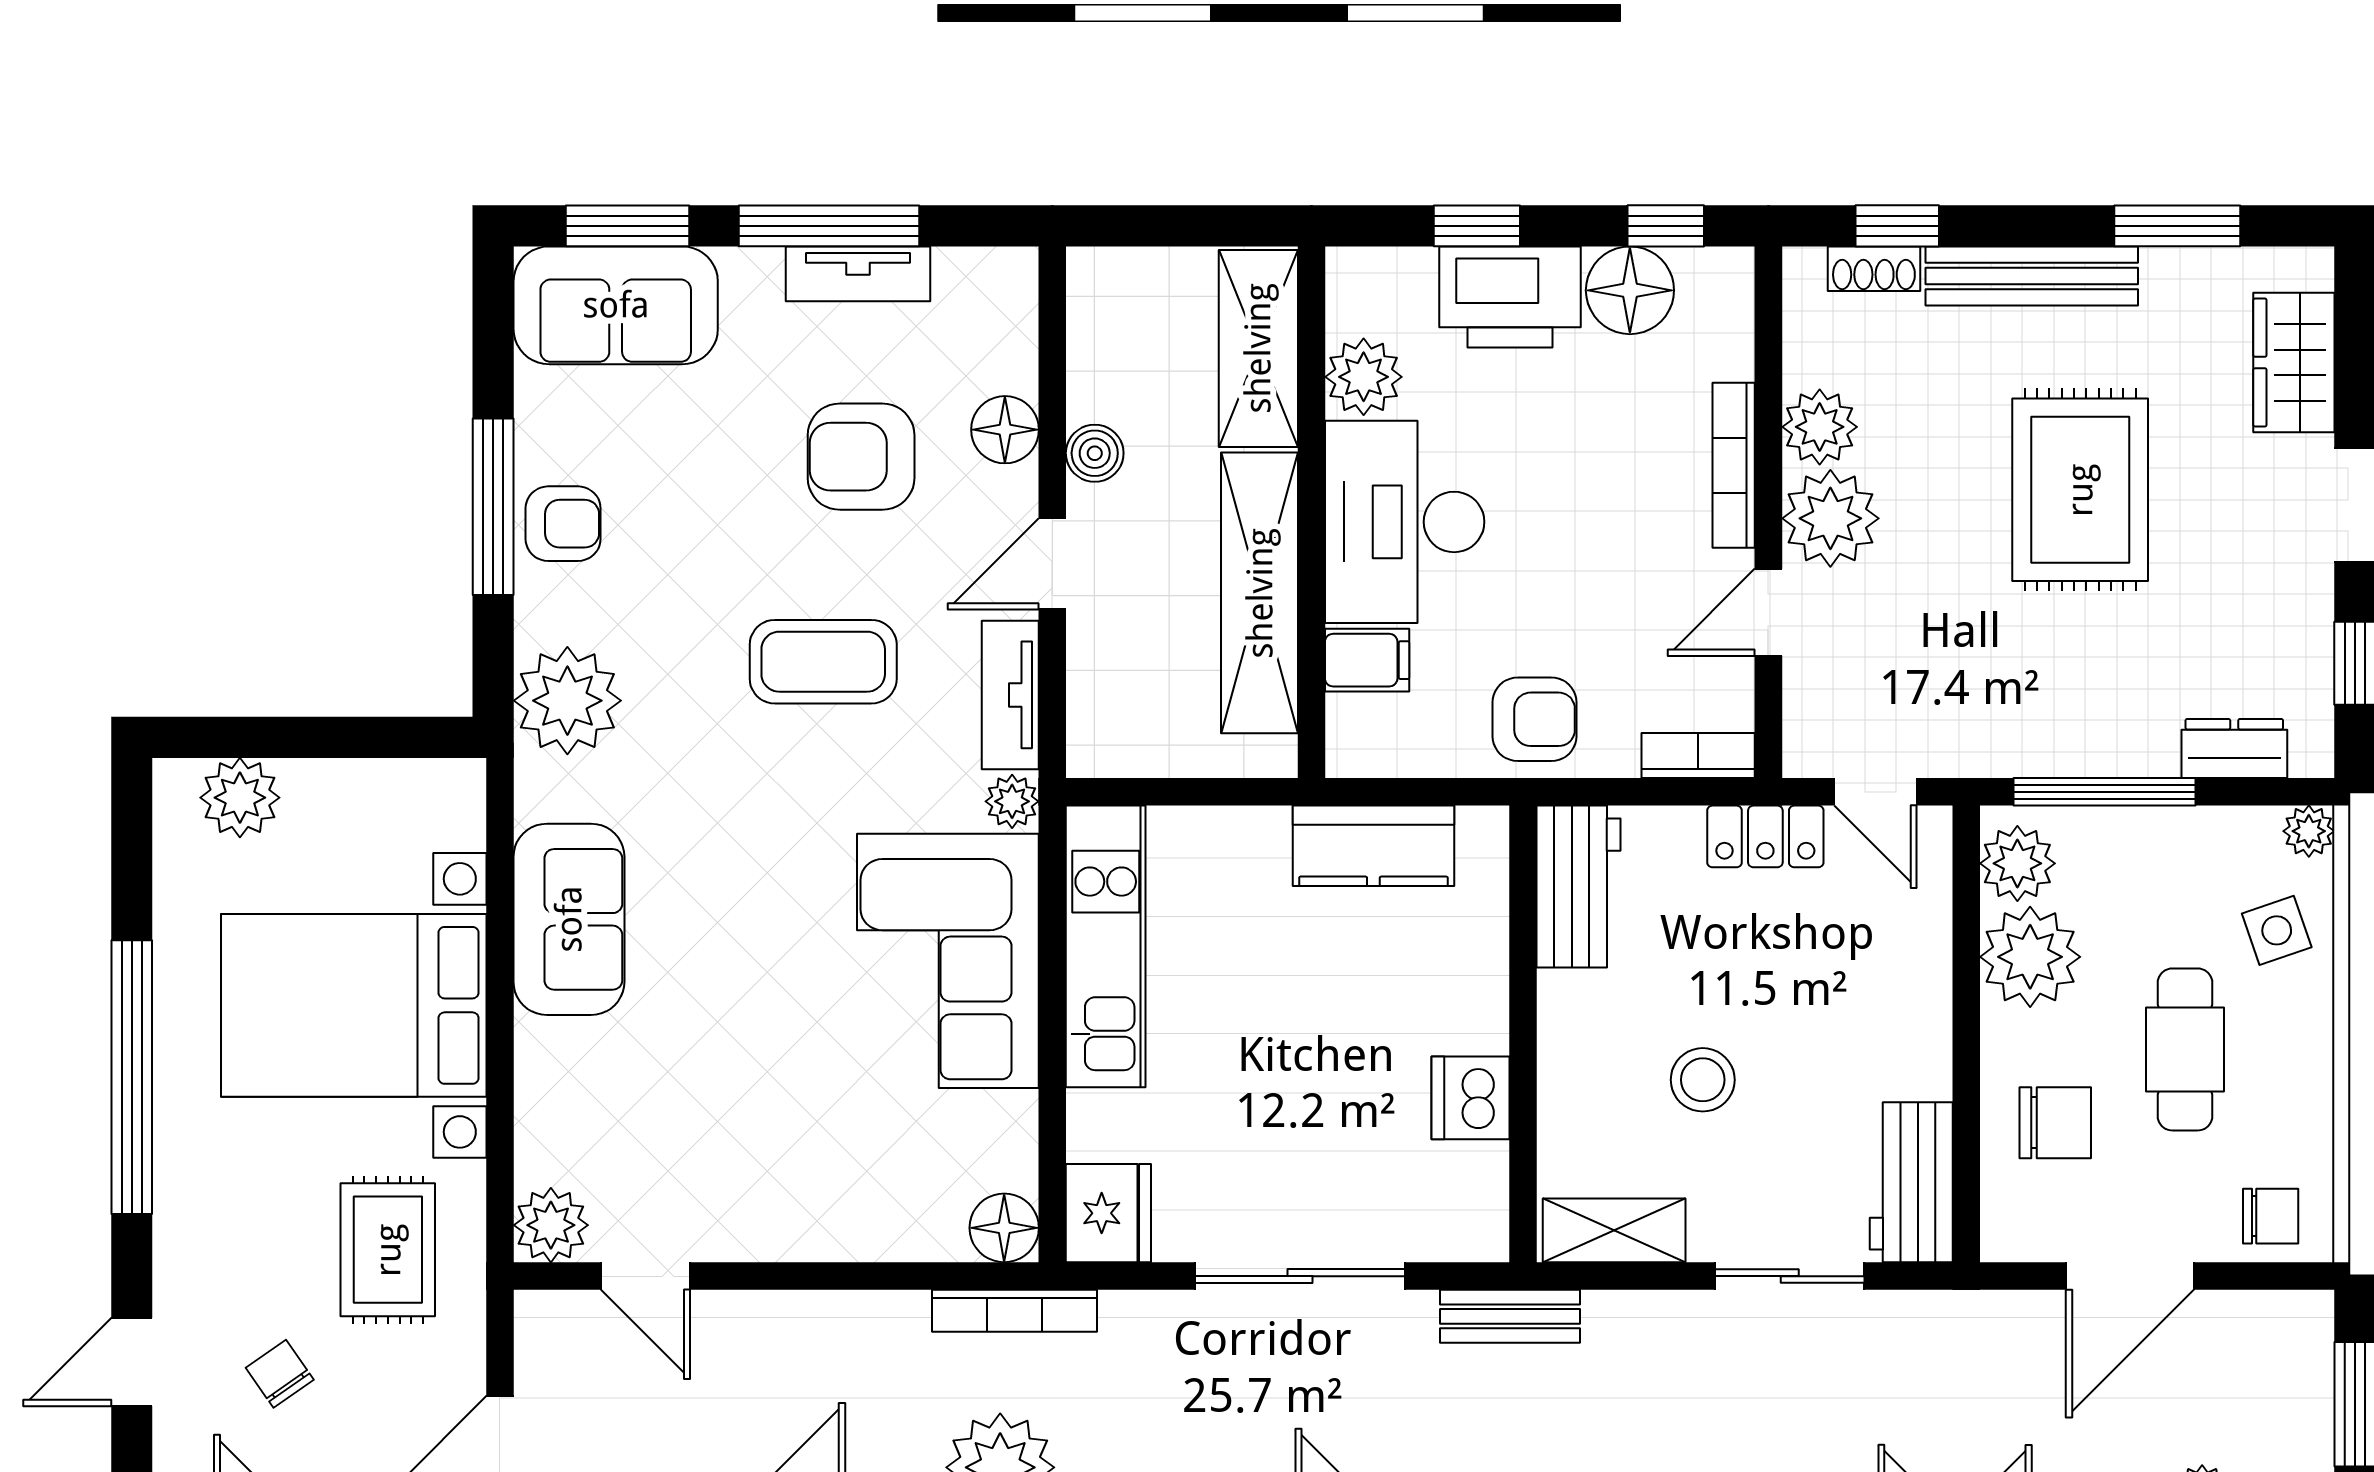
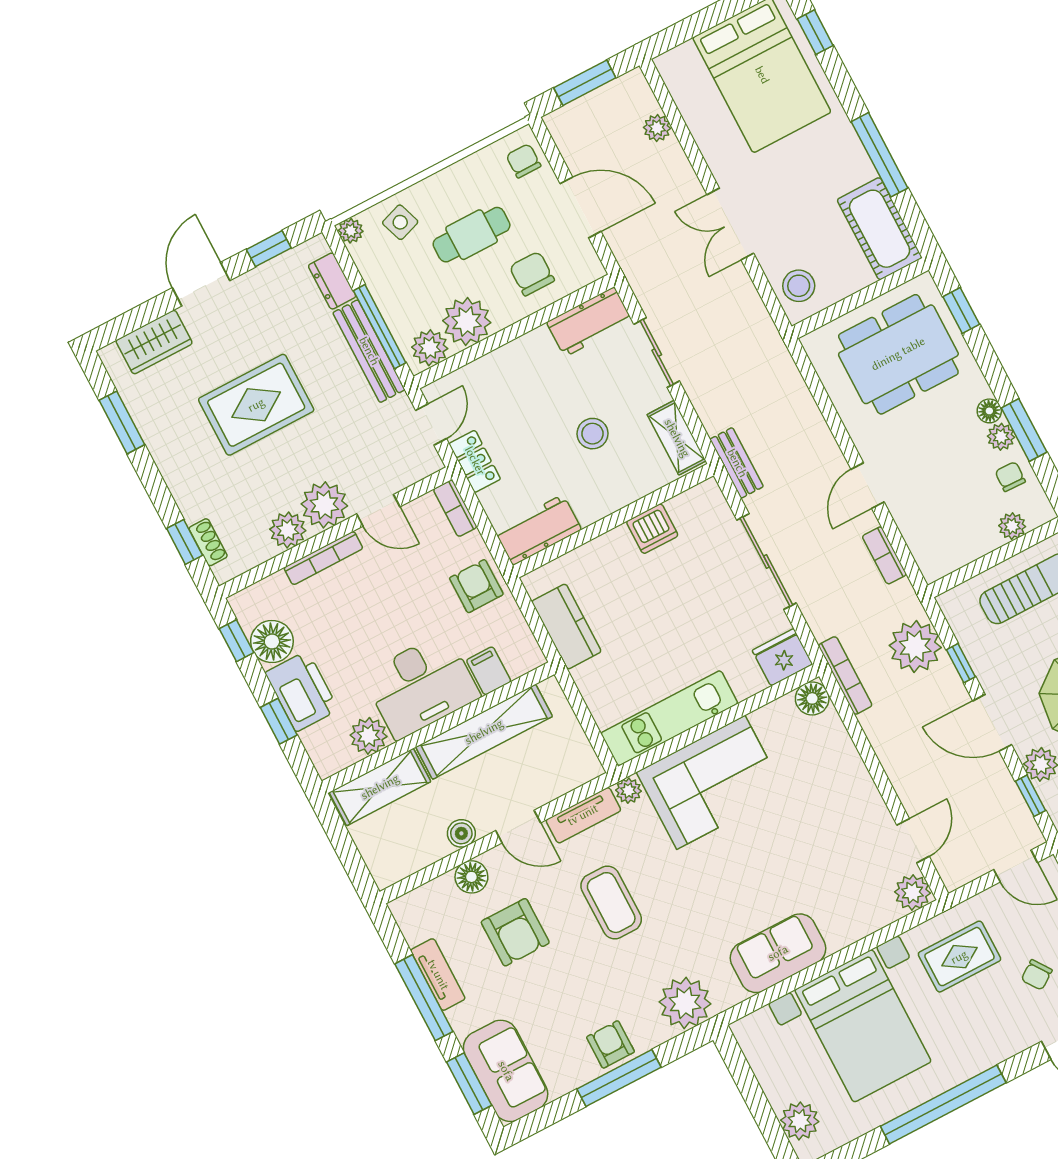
bench: (2032, 276) -> (369, 351), moved

